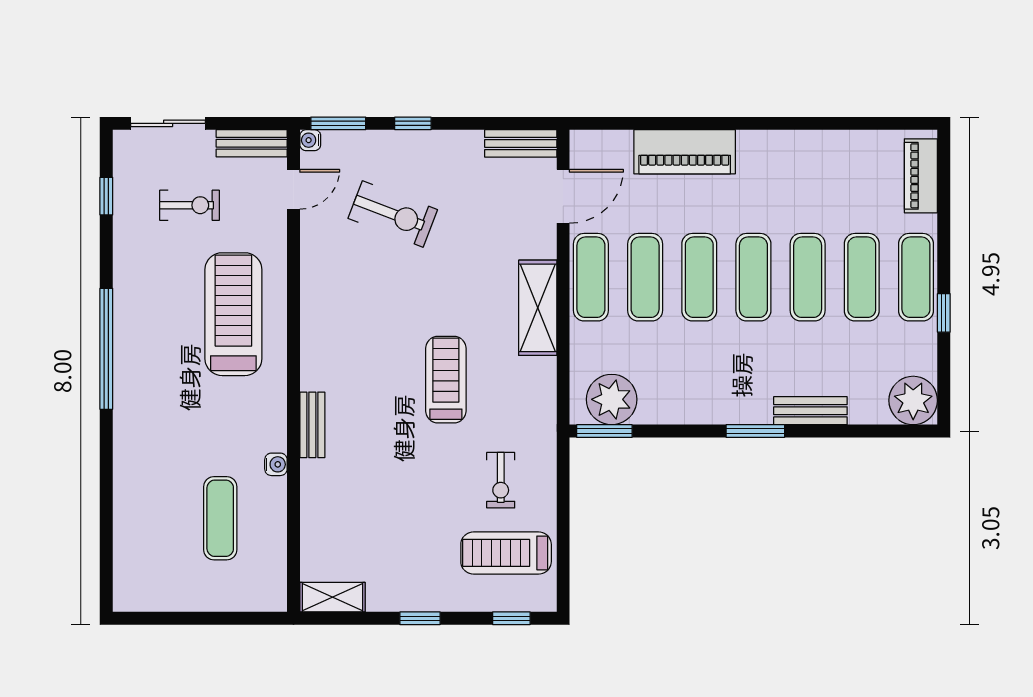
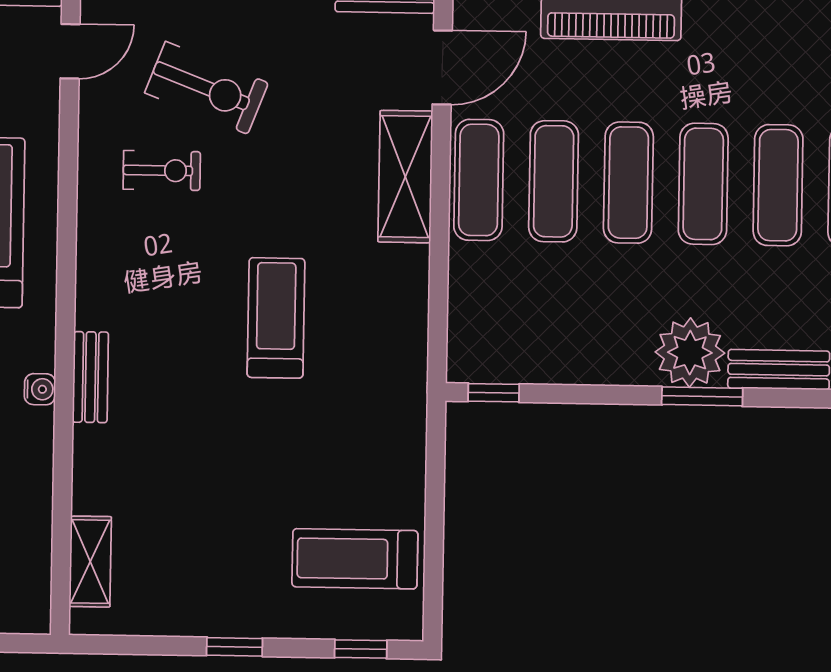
shelving: (538, 308) -> (405, 177), moved
plant: (612, 399) -> (690, 353), moved
window: (604, 431) -> (494, 393), width x0.67
water cooler: (276, 464) -> (40, 389), moved
exercise bike: (501, 480) -> (162, 170), moved, turned -90
shelving: (333, 597) -> (90, 562), moved, turned 90

